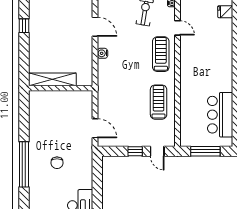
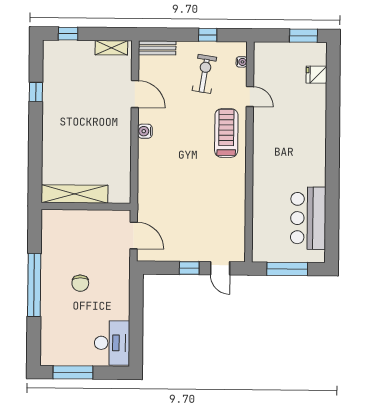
shelving: (52, 79) -> (75, 194), moved
wall: (61, 88) -> (86, 206), moved
treadmill: (159, 102) -> (222, 200), removed

